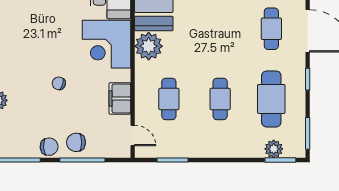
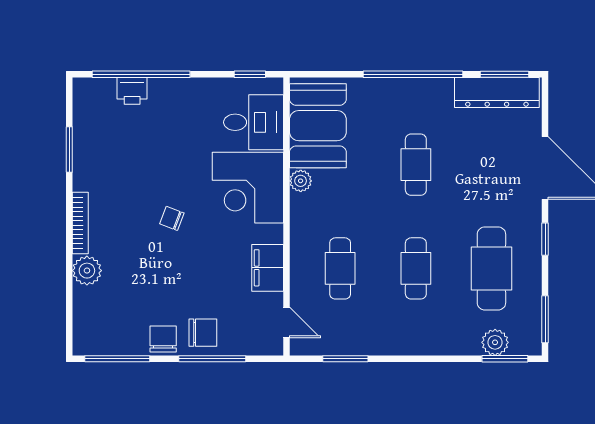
cafe table: (271, 29) -> (416, 165), moved
plant: (149, 46) -> (301, 181), width x0.53, depth x0.53
chair: (59, 83) -> (172, 218), moved
chair: (76, 142) -> (203, 333), turned 180
chair: (49, 147) -> (163, 339), turned -86

